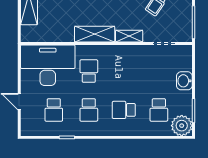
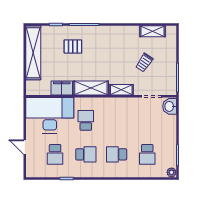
filing cabinet: (61, 34) -> (62, 88), added
washbasin: (184, 81) -> (170, 106), moved
school desk: (89, 110) -> (86, 154), turned -90
plant: (182, 126) -> (172, 172), width x0.53, depth x0.53

